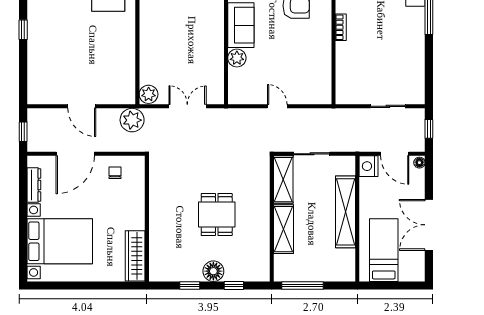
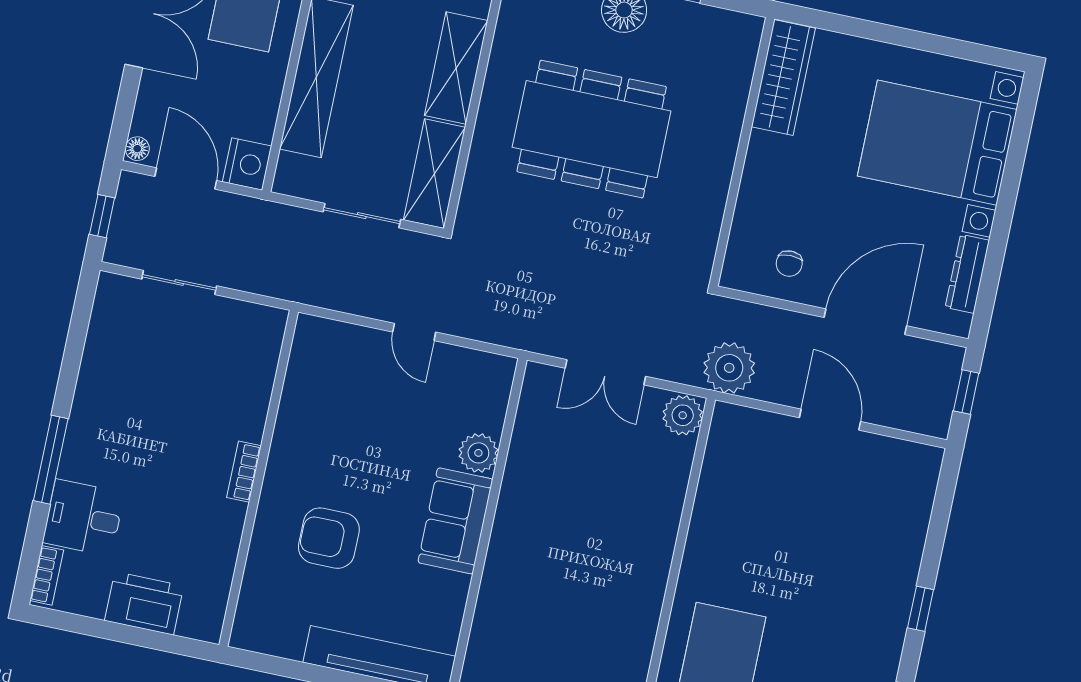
dining table: (217, 215) -> (592, 129), width x1.88, depth x1.24

